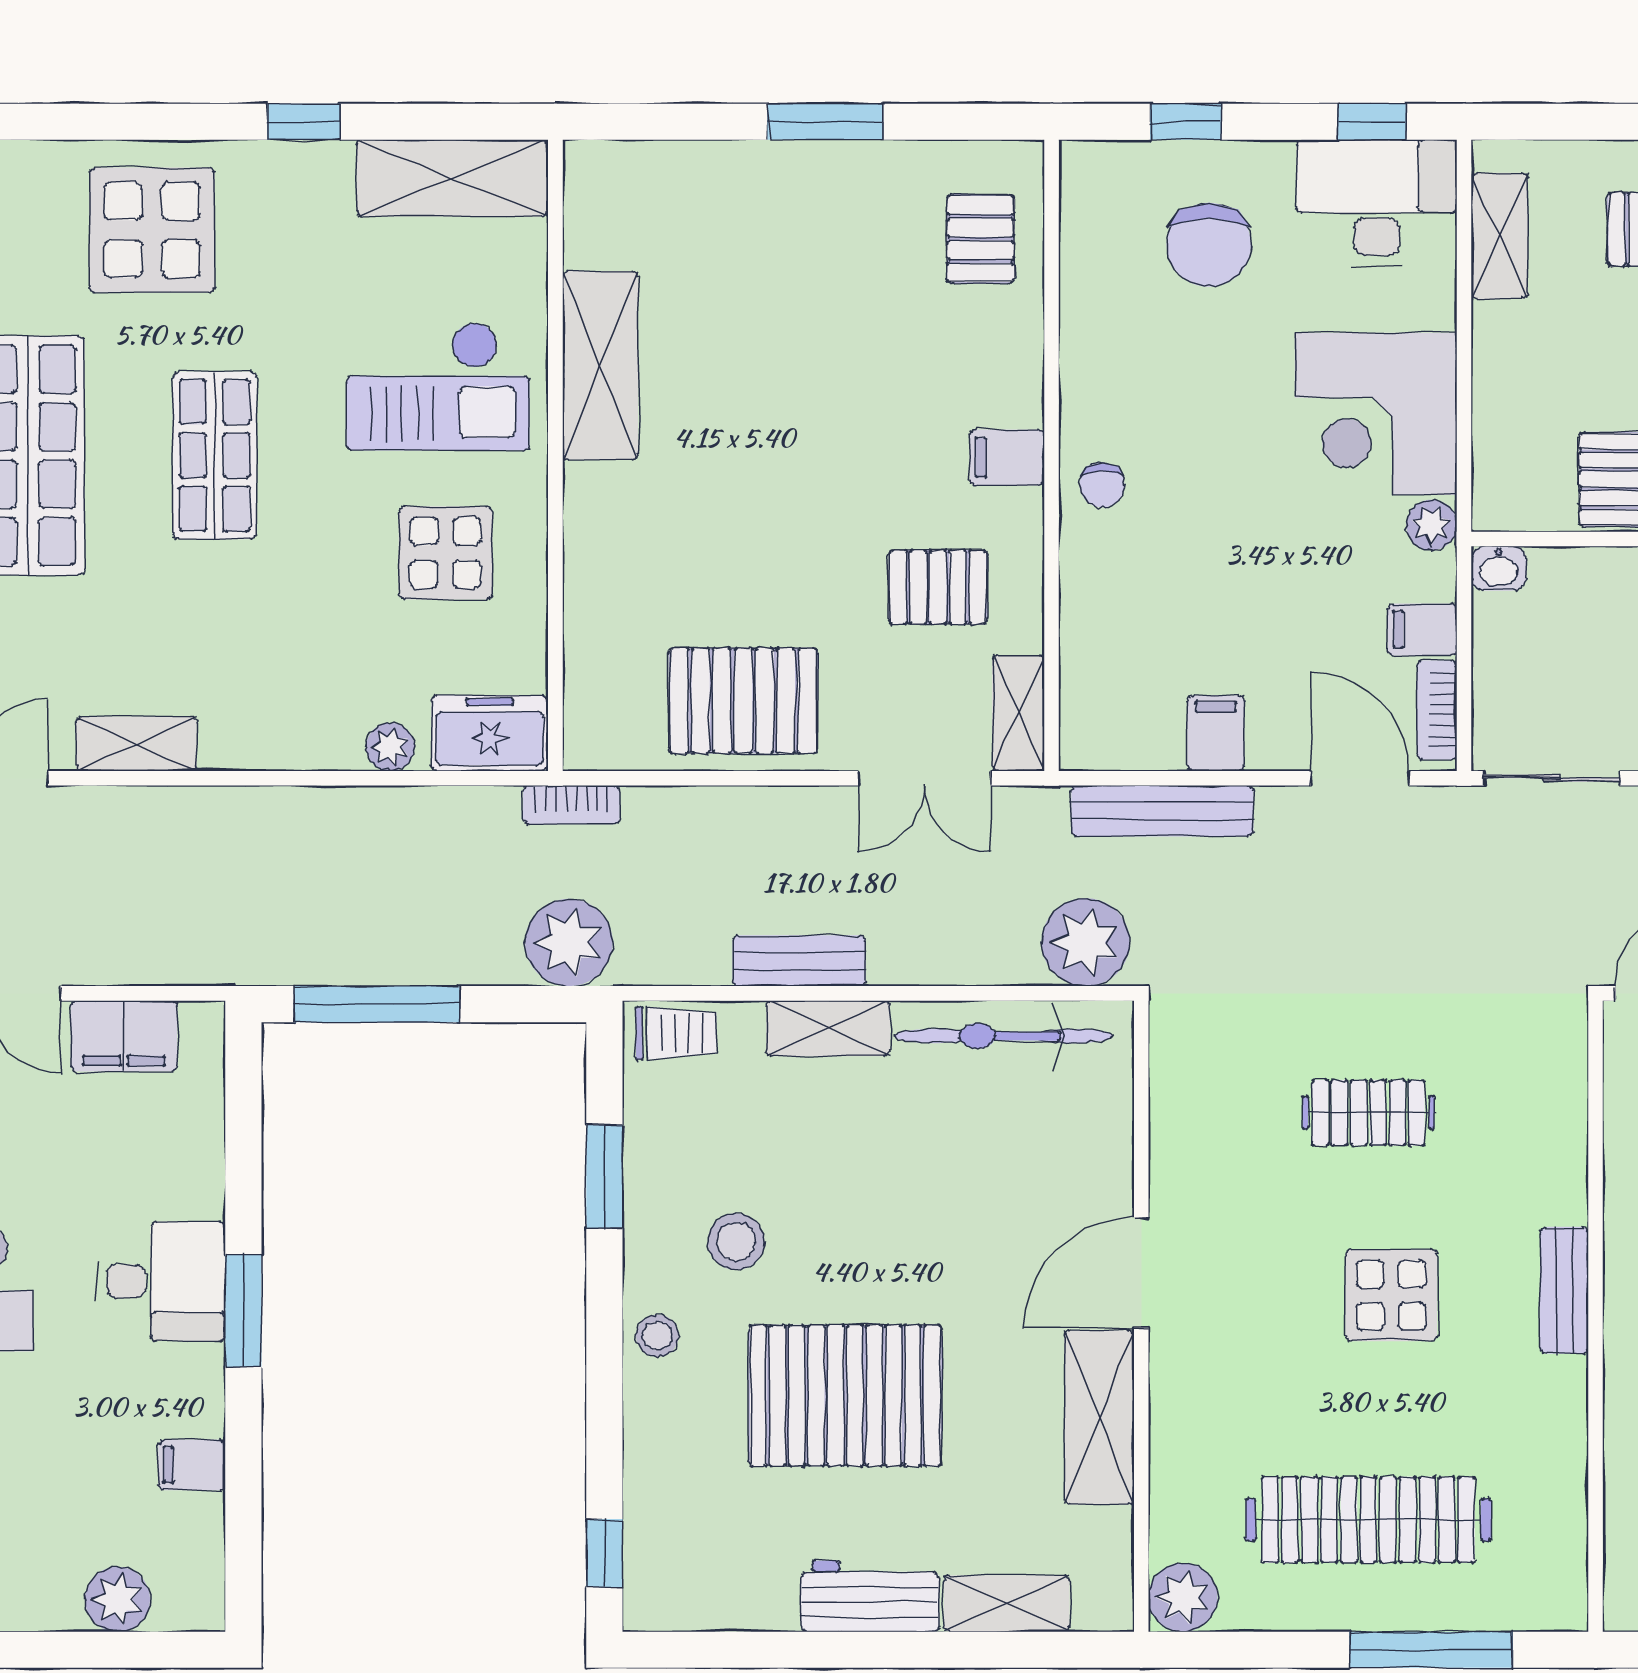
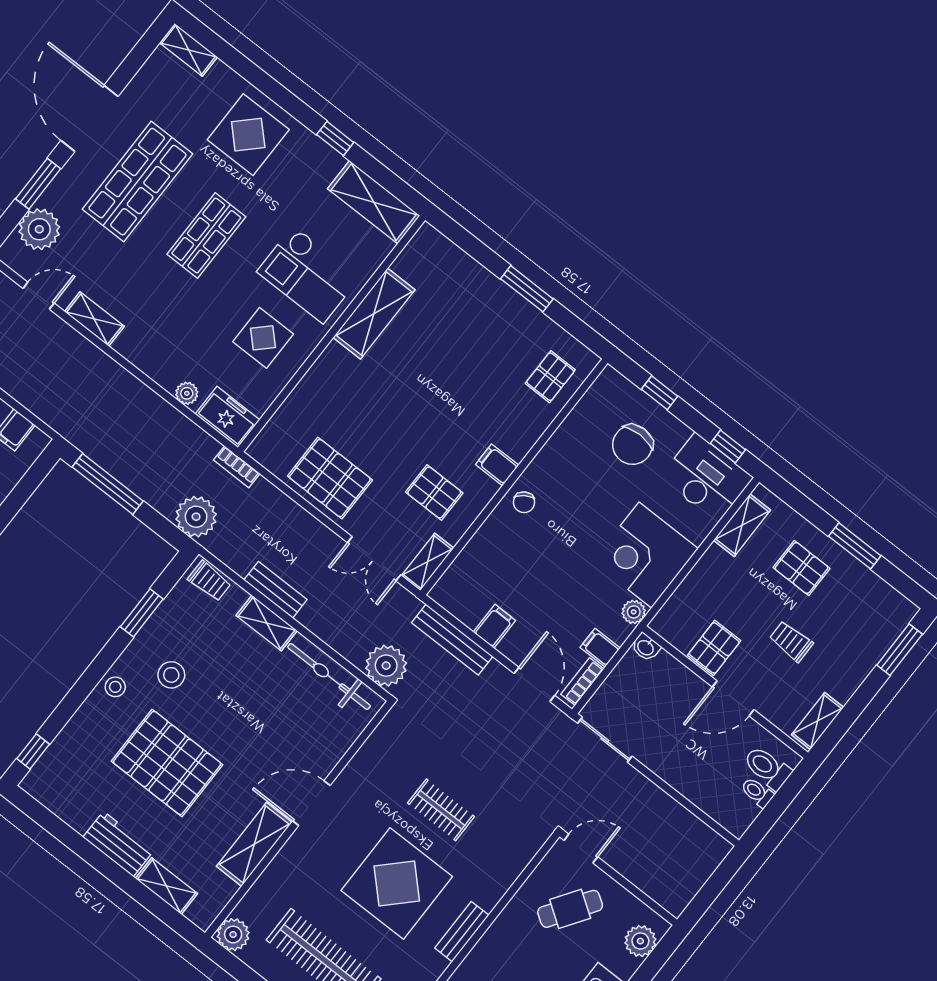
chair: (1102, 485) -> (524, 502), turned -34
display table: (1391, 1295) -> (397, 884), width x1.86, depth x1.86

